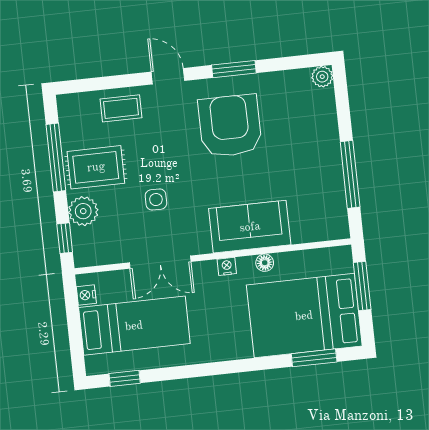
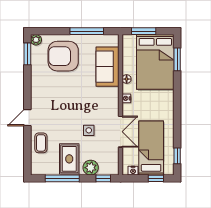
window: (234, 69) -> (27, 54), moved
armchair: (230, 126) -> (63, 56), moved
sofa: (250, 227) -> (108, 67), moved
window: (76, 342) -> (156, 178), added

